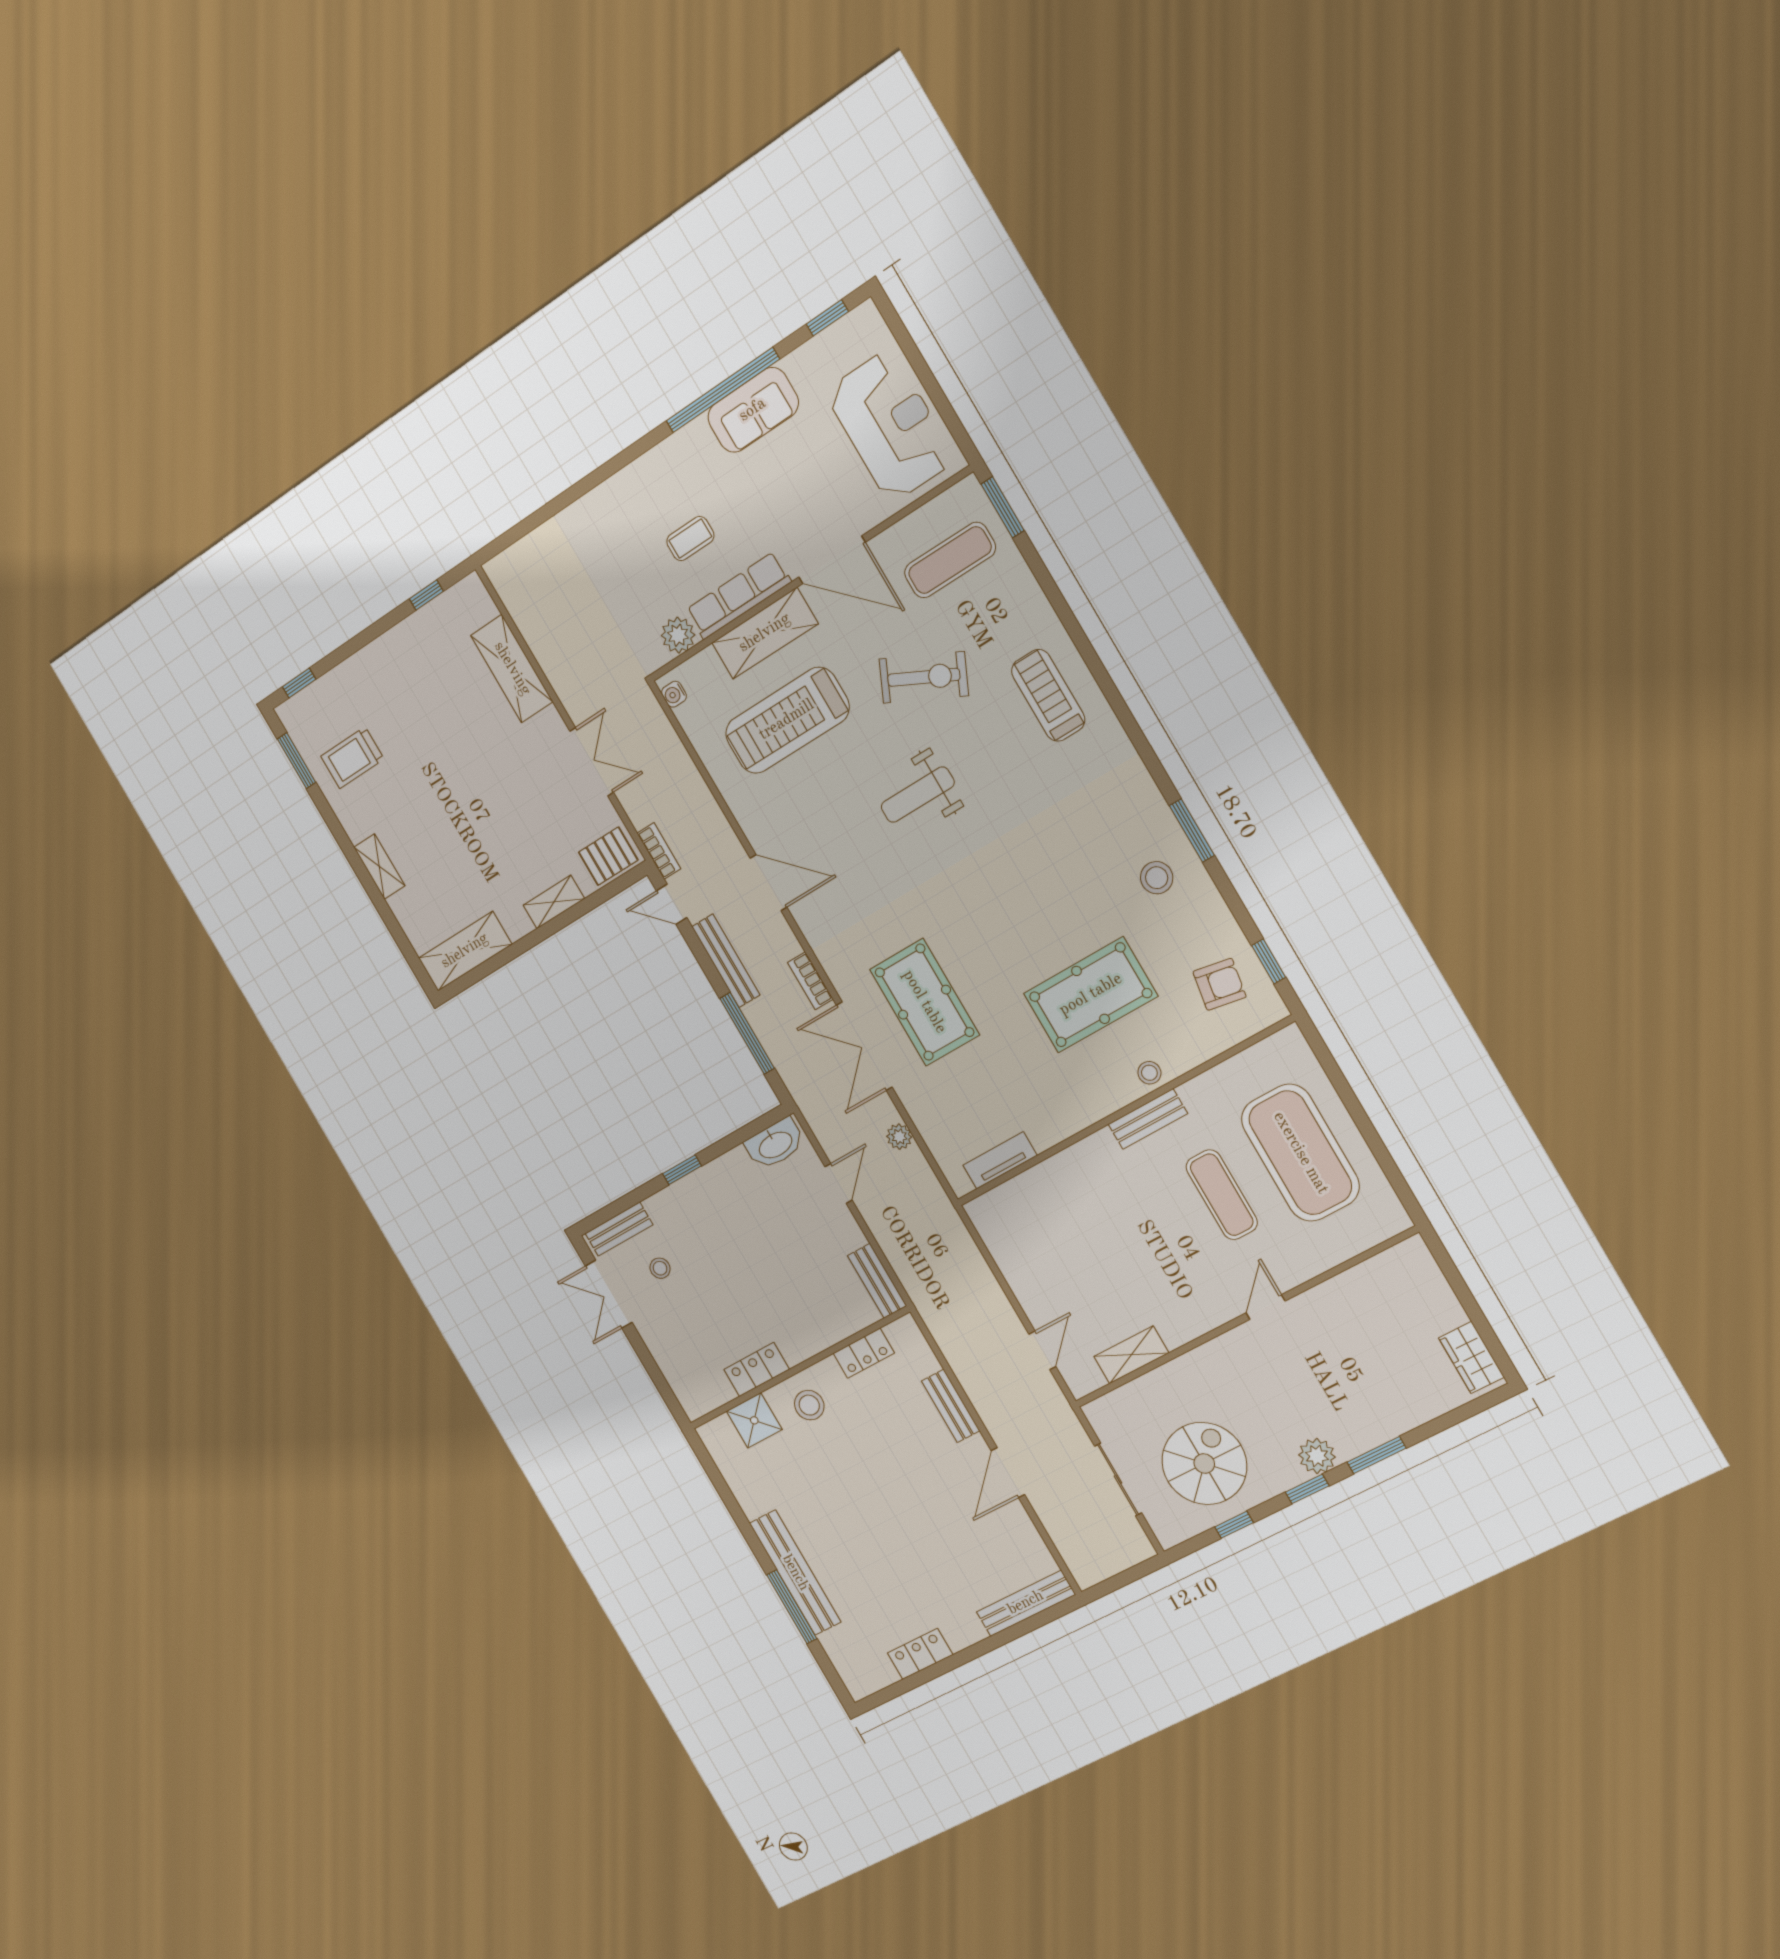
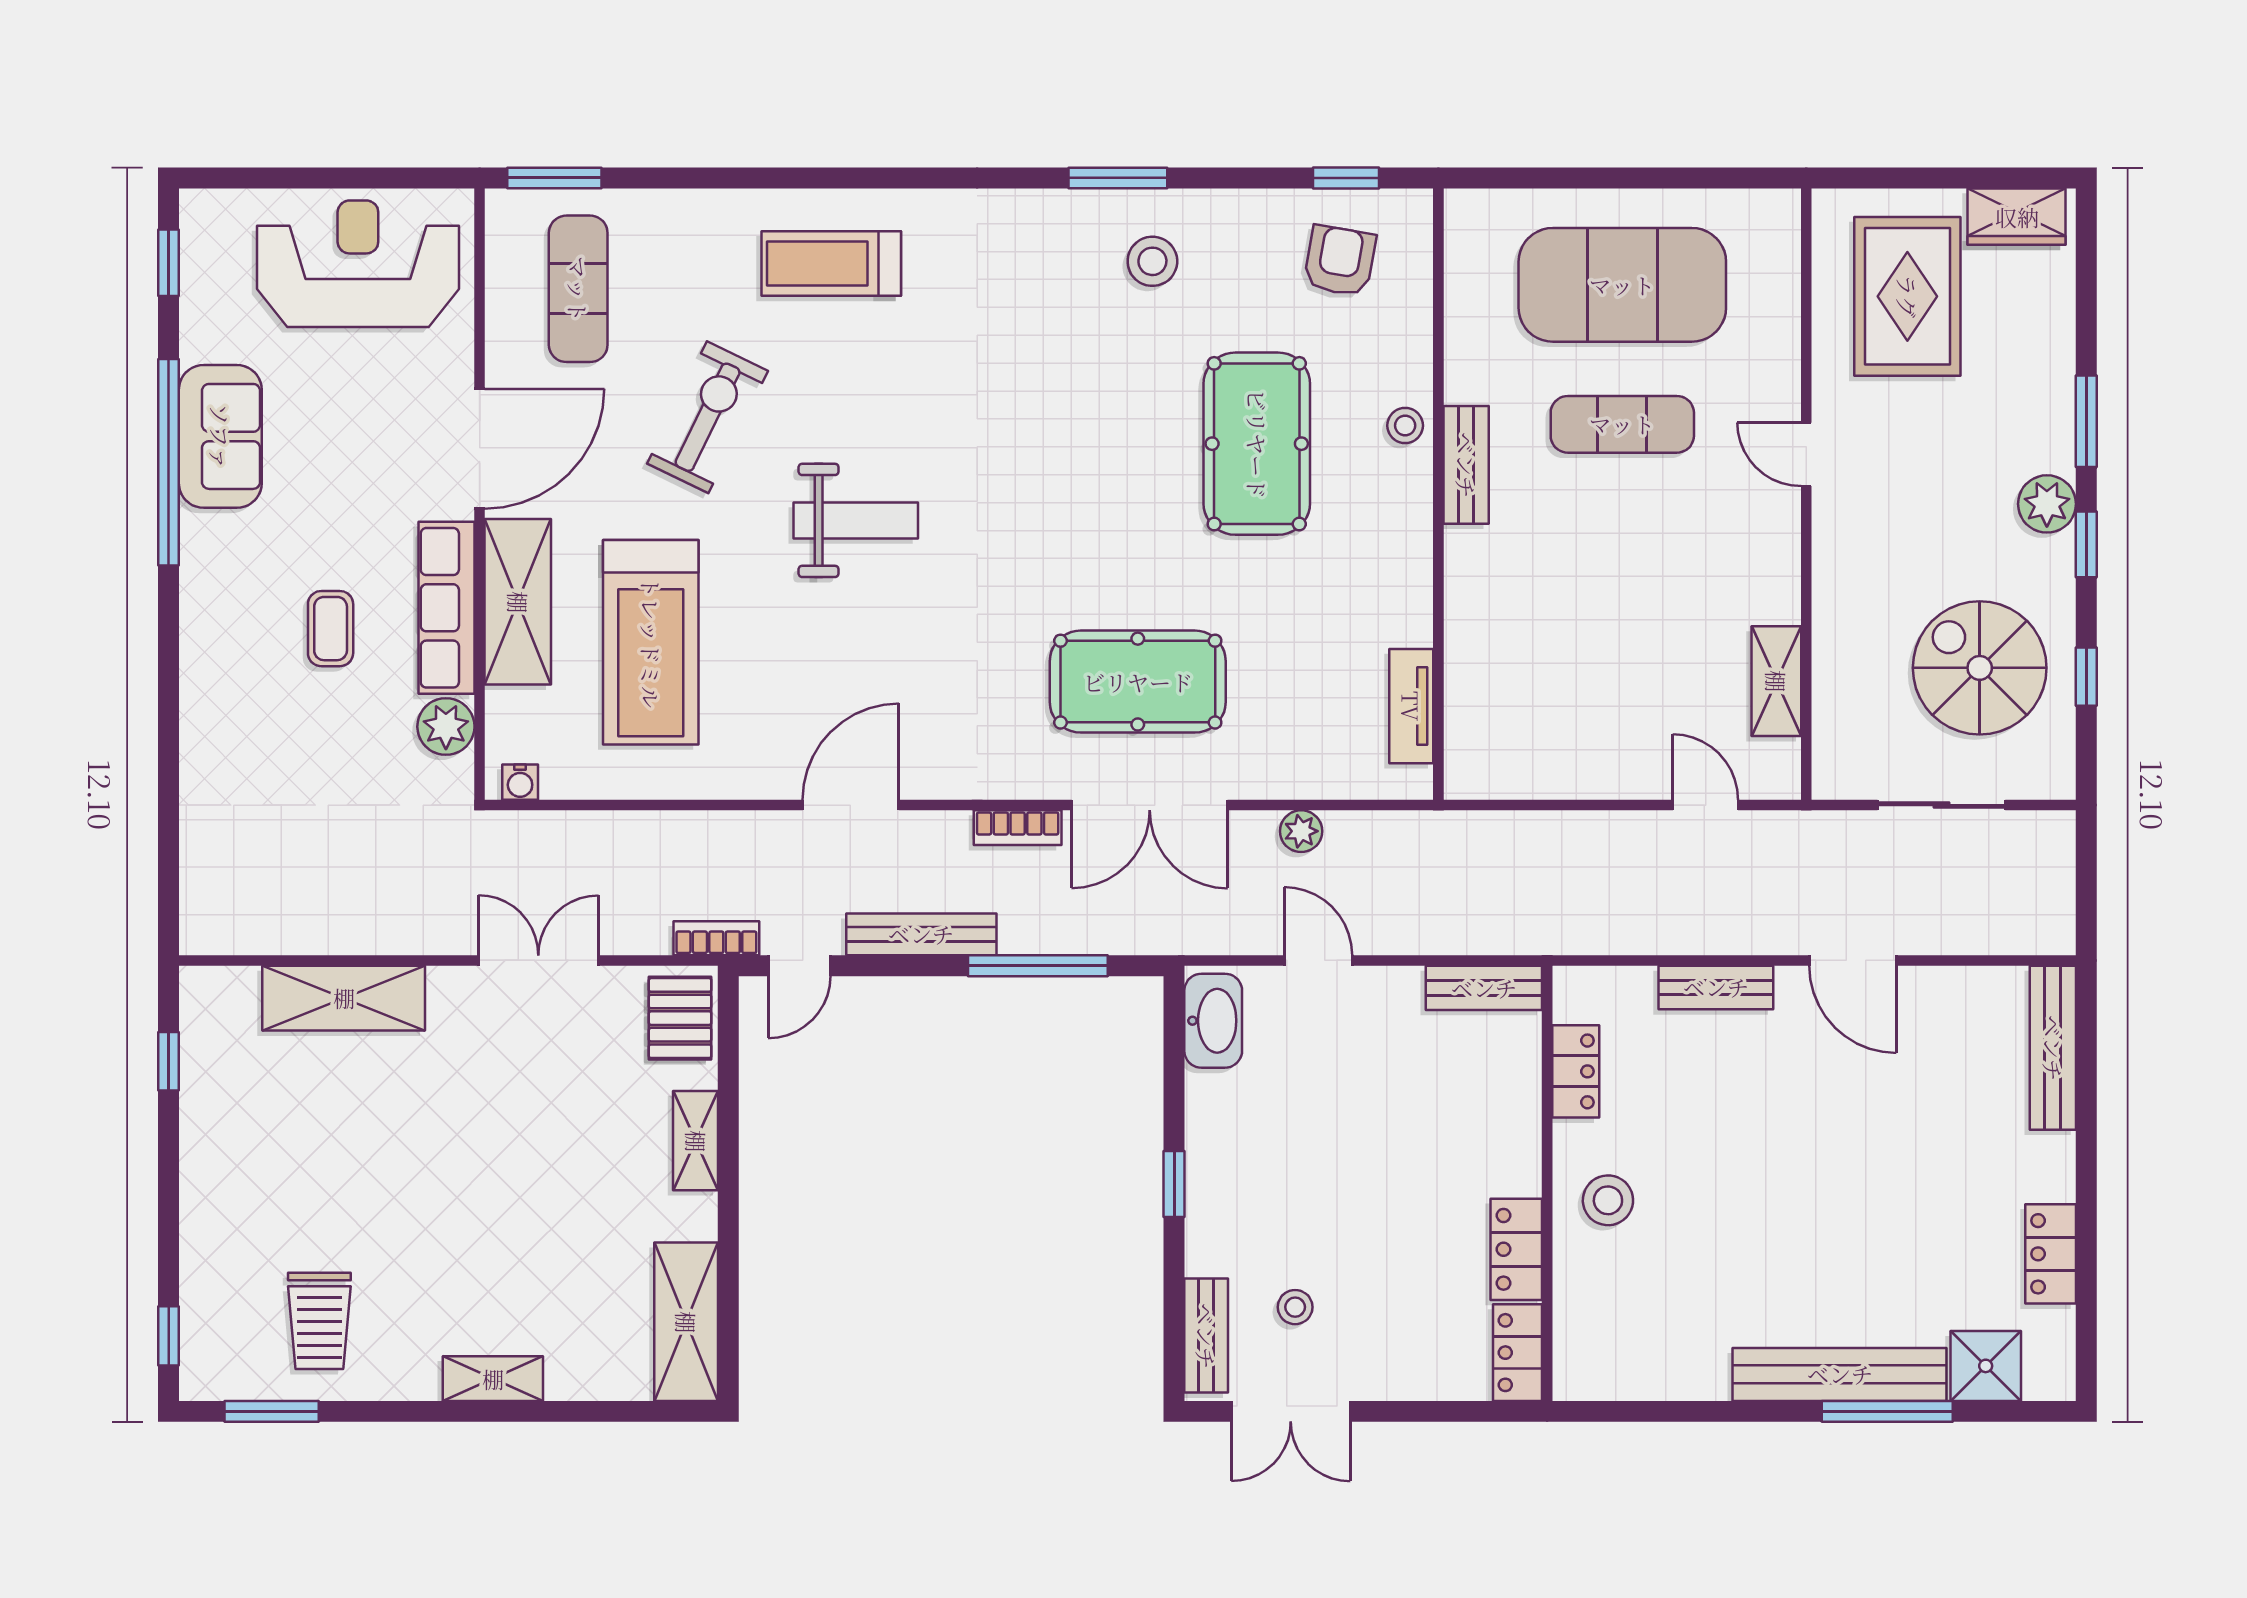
weight bench: (918, 795) -> (856, 520), turned -90
rug: (1389, 1318) -> (1907, 296), added
locker: (707, 1398) -> (1518, 1353), added
shower: (754, 1420) -> (1986, 1366), moved

